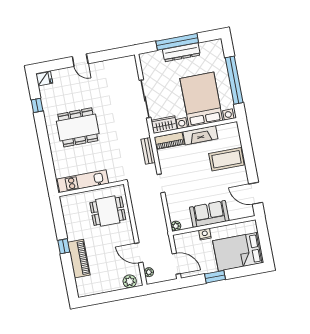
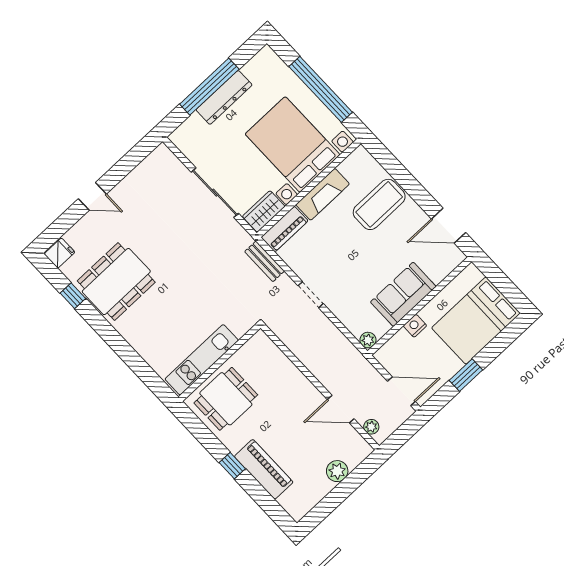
dining table: (78, 127) -> (116, 282), moved
dining table: (108, 211) -> (226, 399), moved
plant: (130, 281) -> (337, 471), moved

